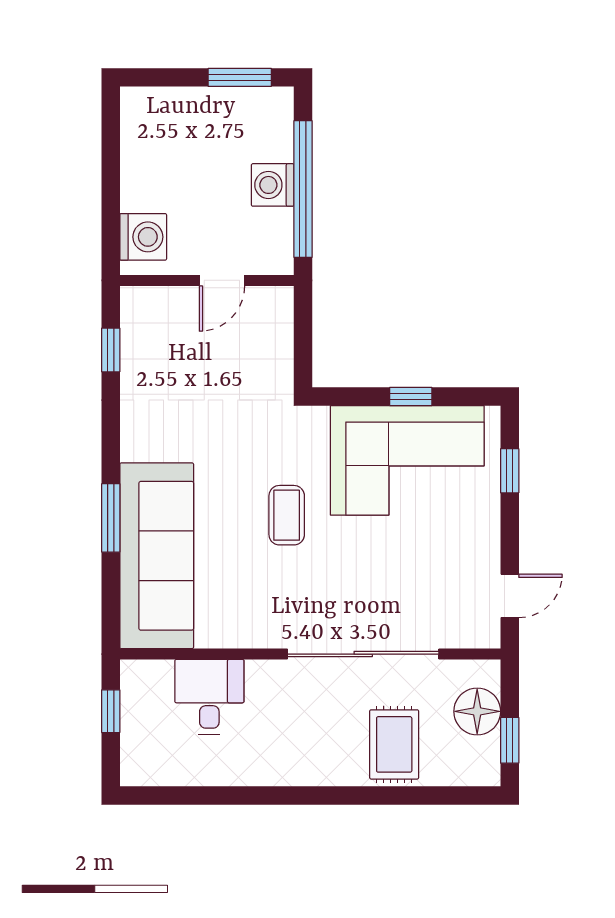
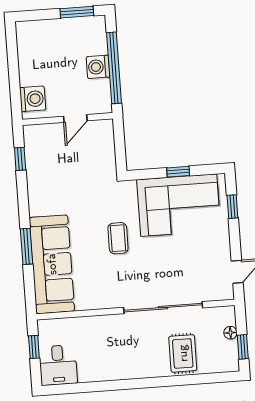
desk: (209, 697) -> (58, 365), moved, turned 180
floor lamp: (477, 711) -> (230, 333), width x0.53, depth x0.53

